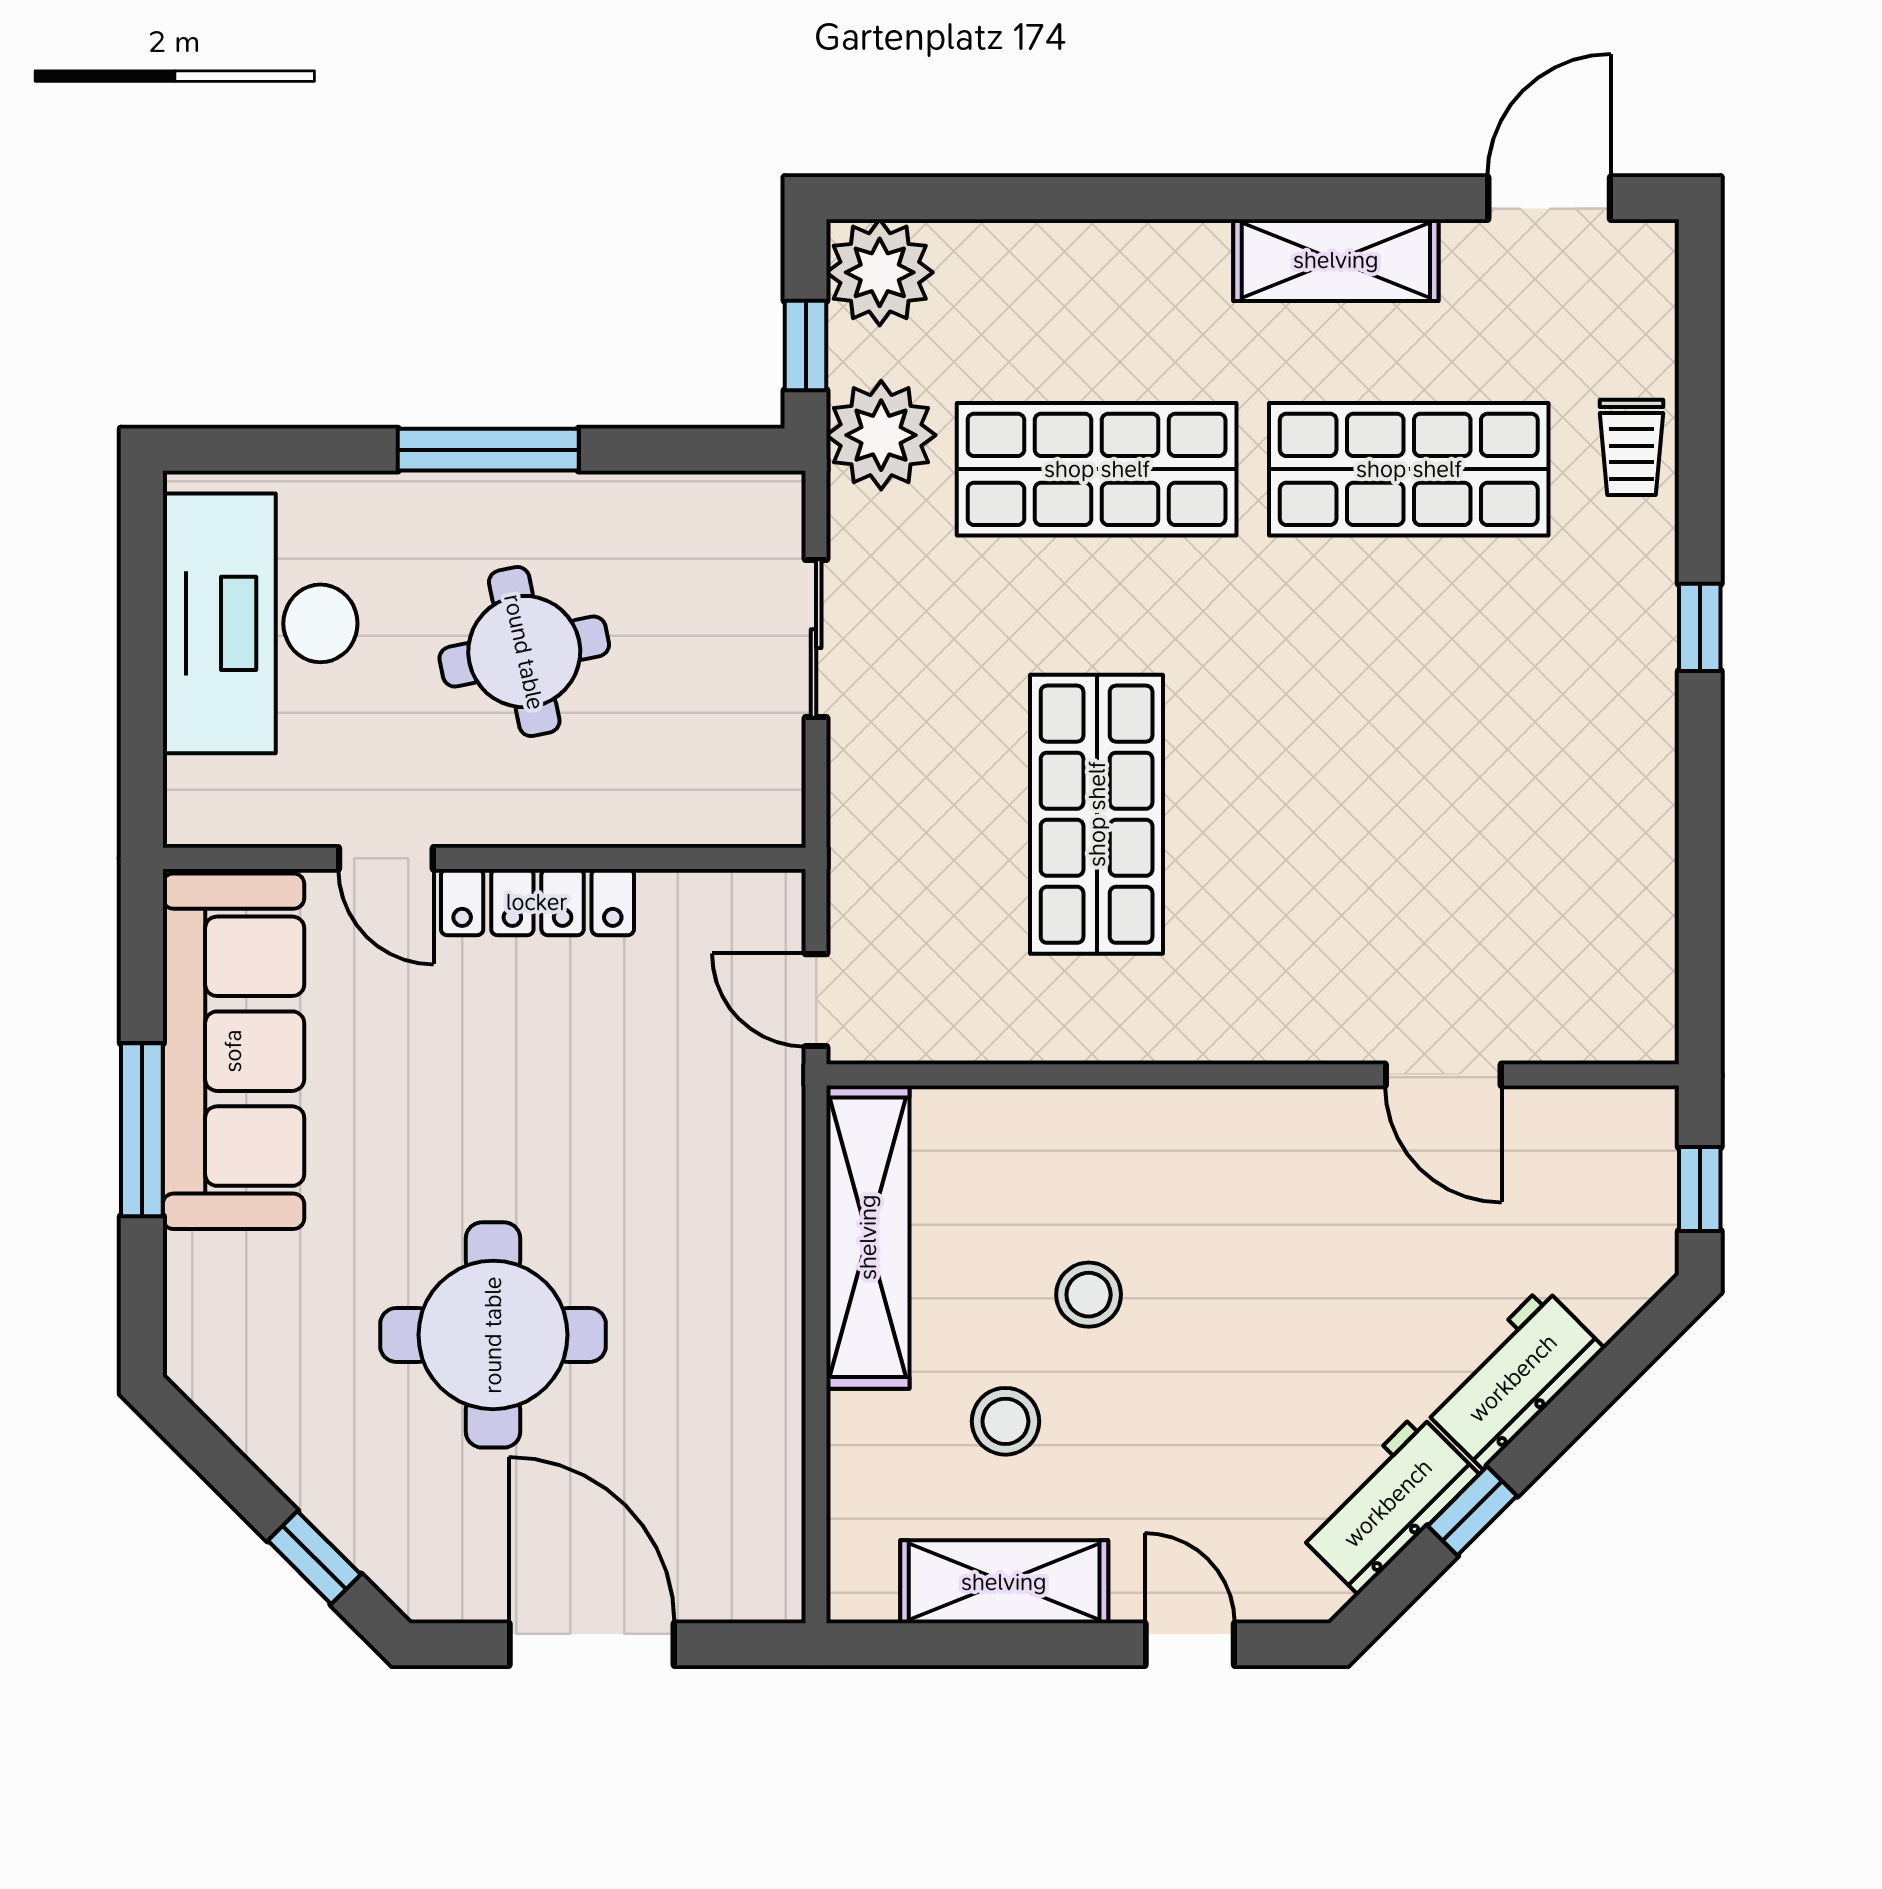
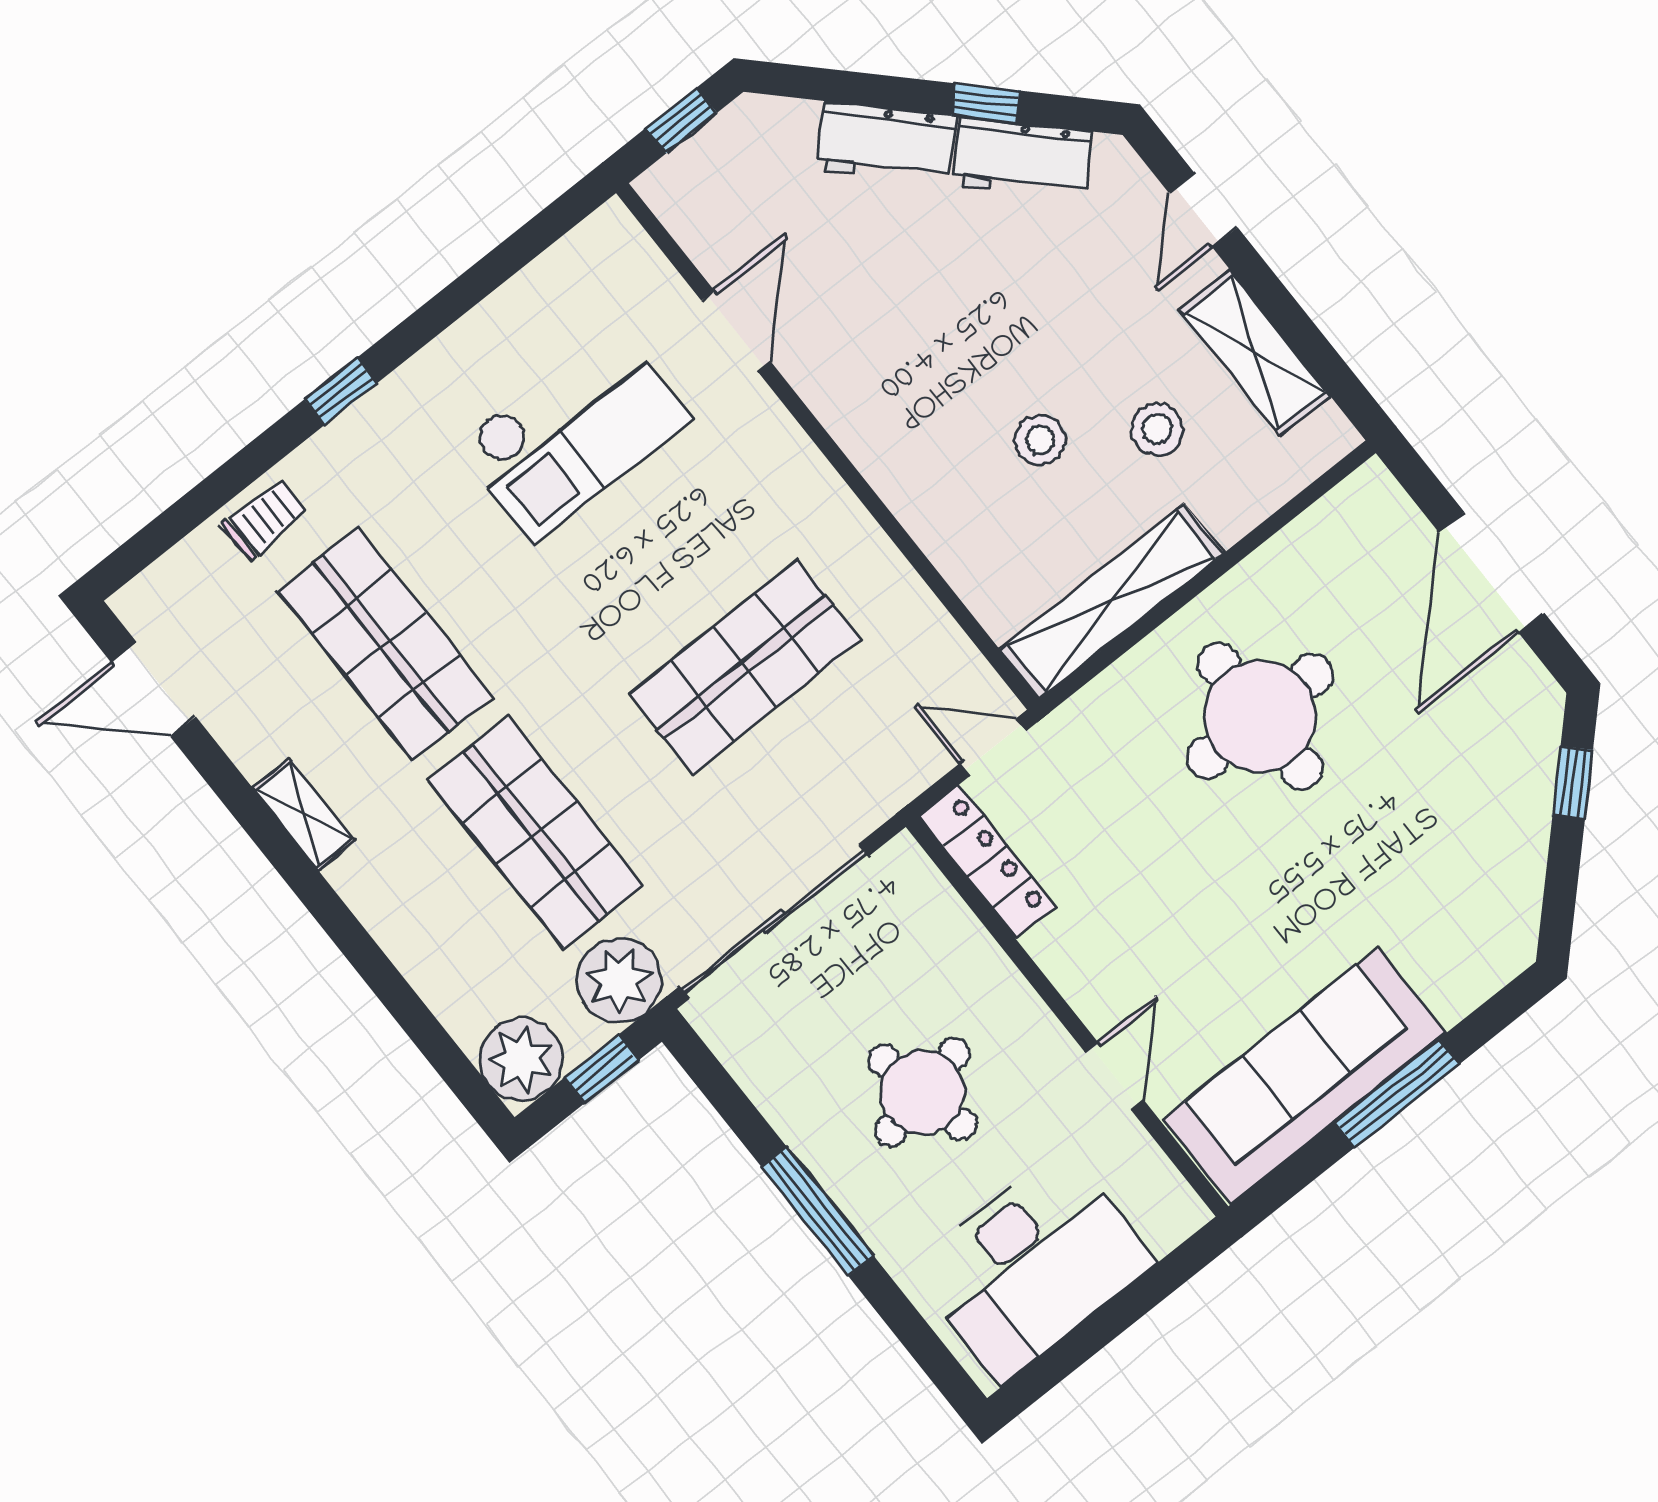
shelving: (1336, 260) -> (304, 814), width x0.67, depth x0.75
sliding door: (816, 639) -> (774, 921), width x1.86
checkout: (1471, 830) -> (574, 432), added
locker: (537, 902) -> (987, 862), moved
door: (816, 1000) -> (993, 747), swing flipped
round table: (493, 1335) -> (1260, 716), moved

